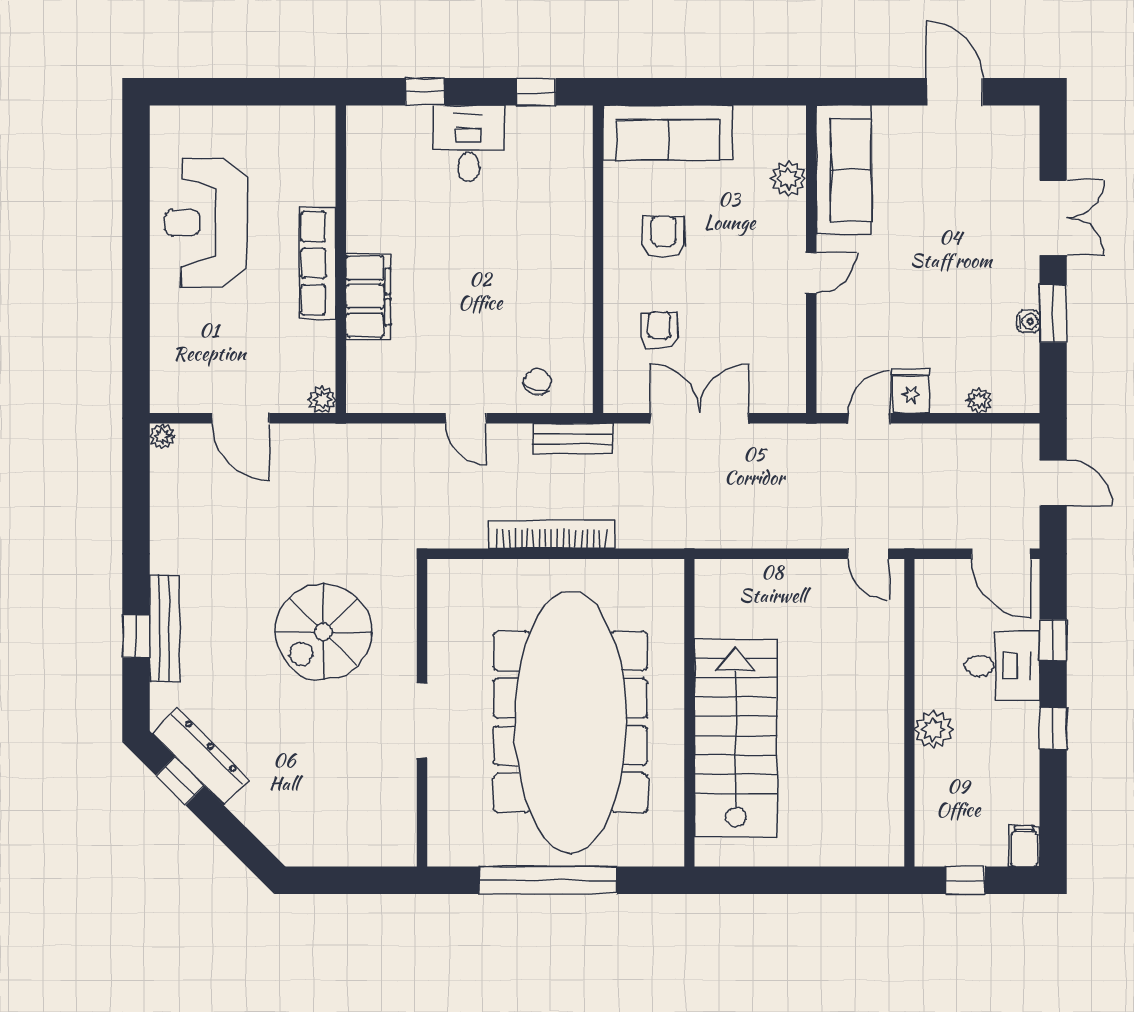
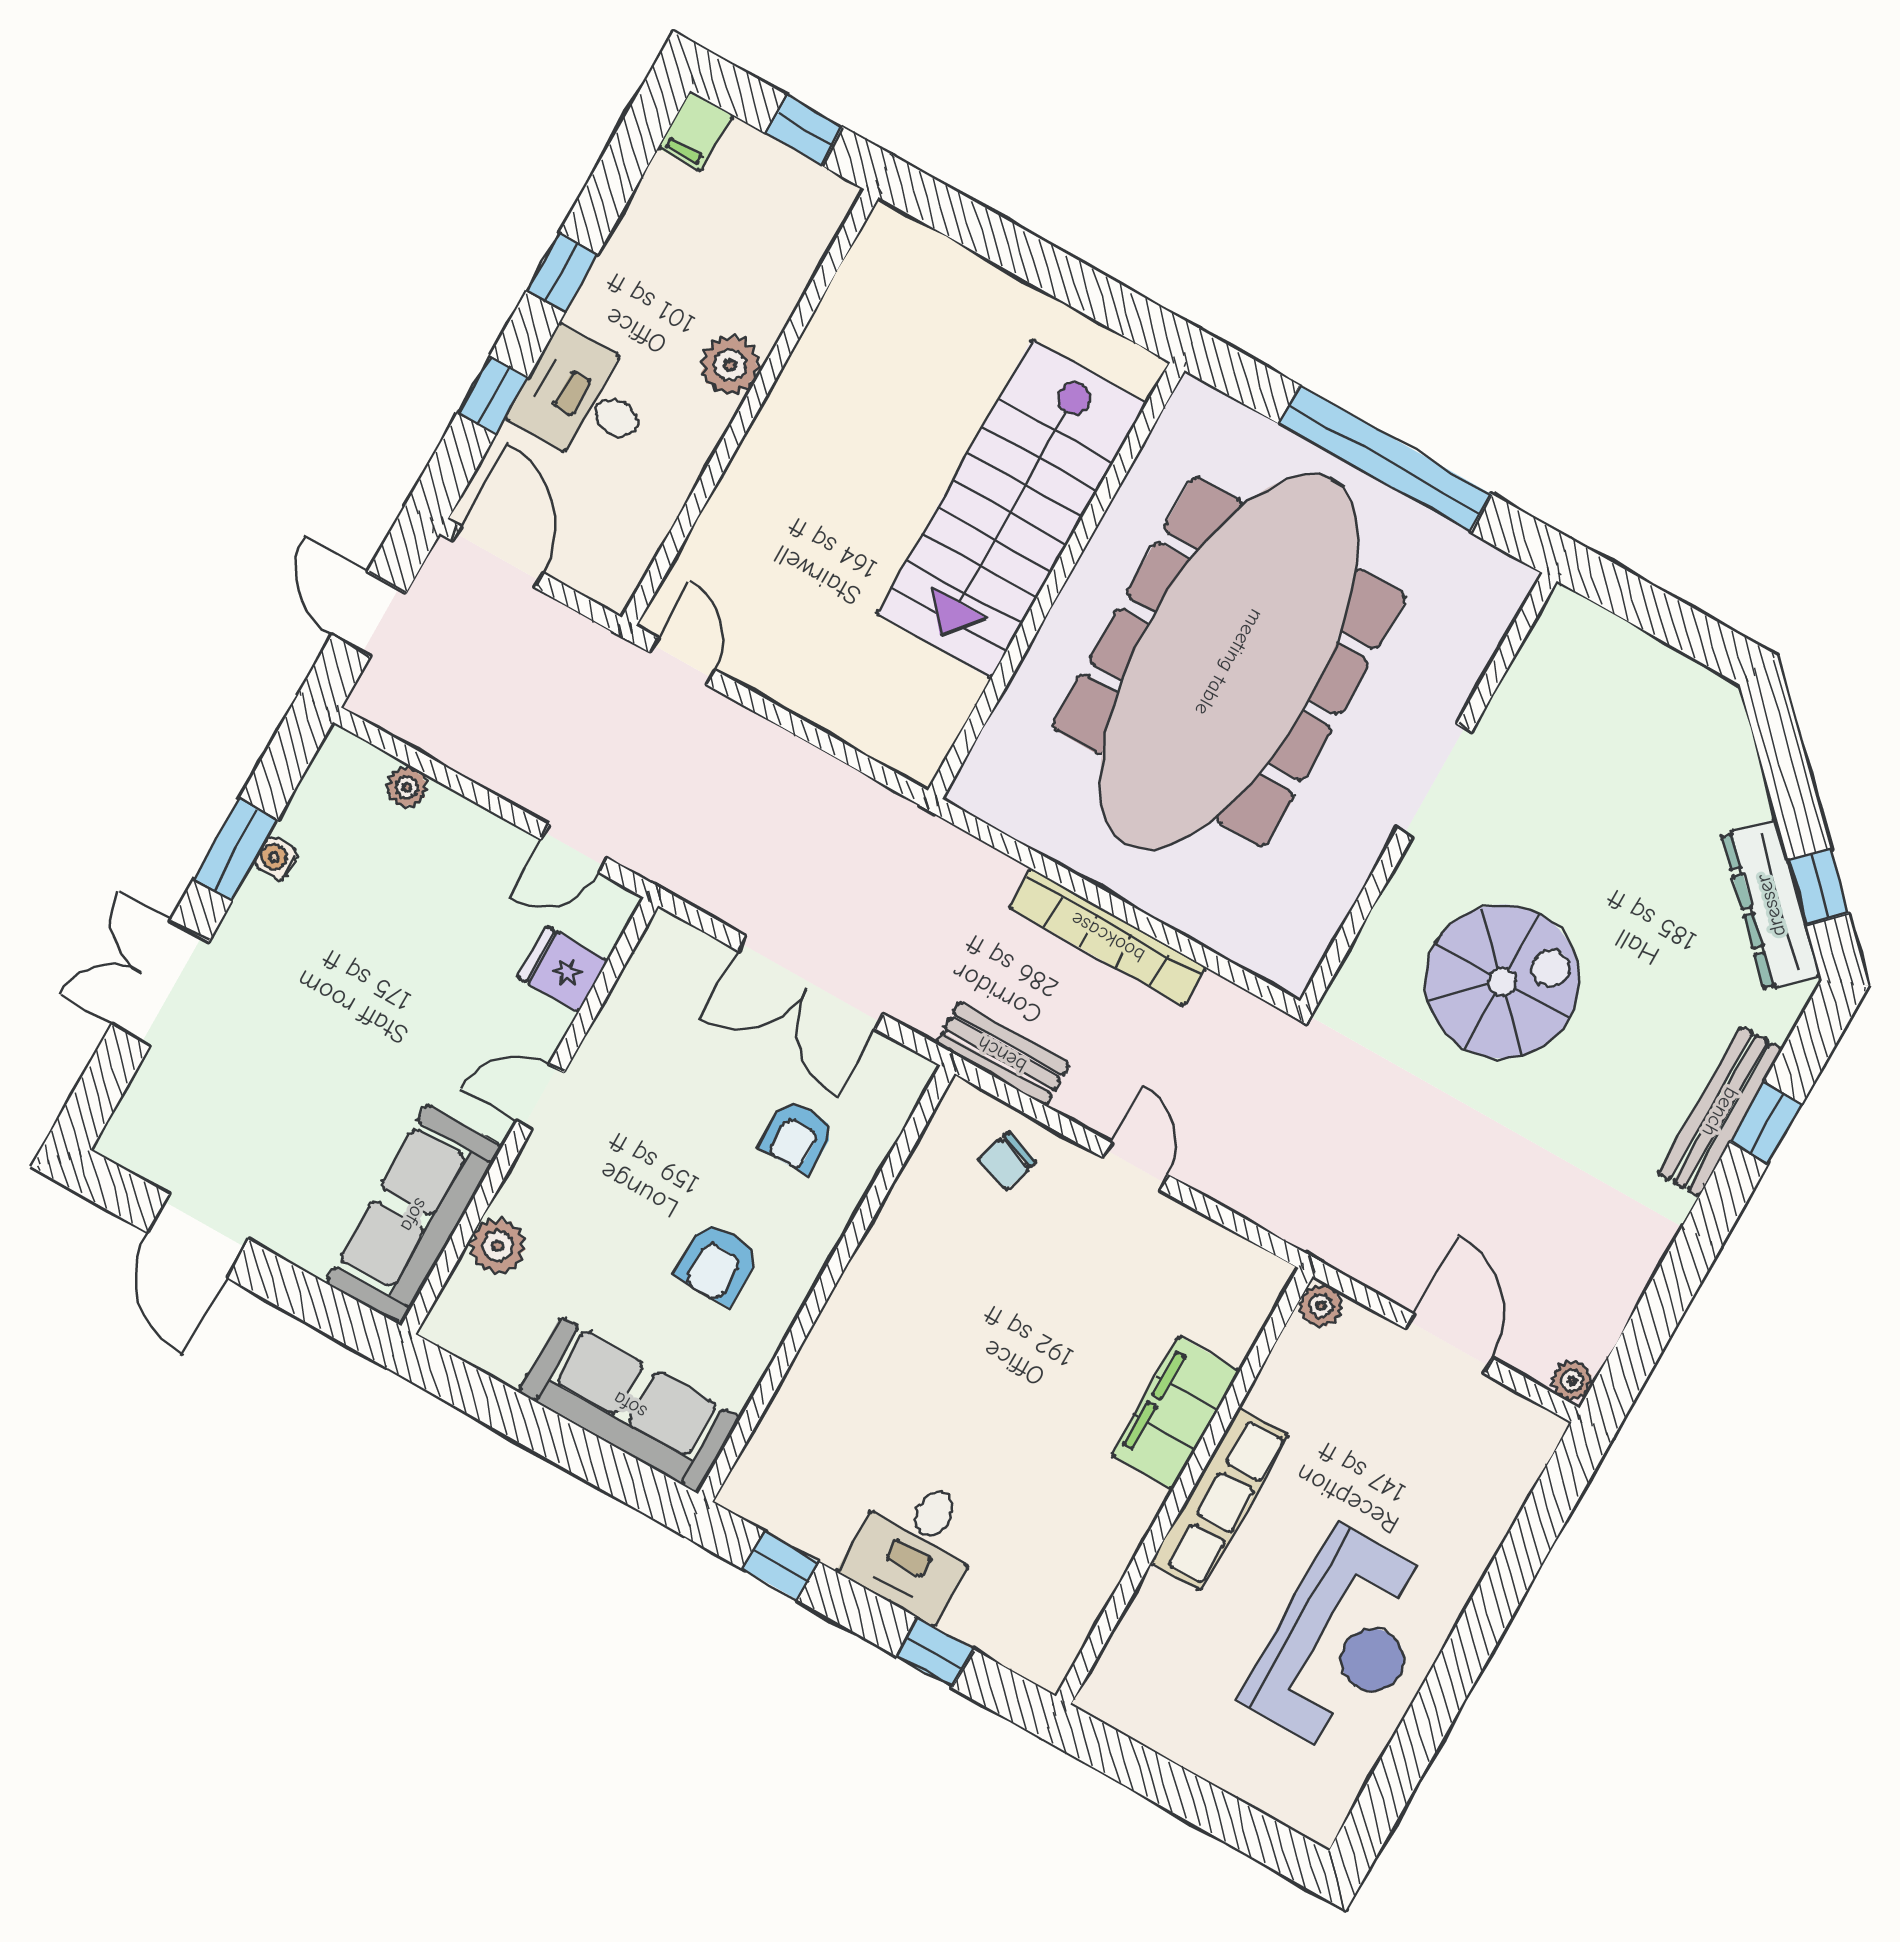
fridge: (911, 391) -> (563, 969), moved, turned 90

